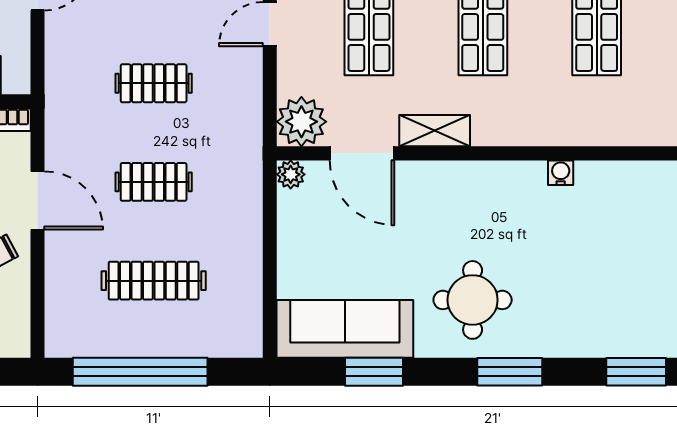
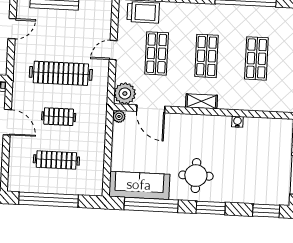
clothes rail: (154, 83) -> (61, 73), width x1.86, depth x1.31
shelving: (435, 131) -> (201, 101), moved
window: (374, 372) -> (151, 205), width x2.11

